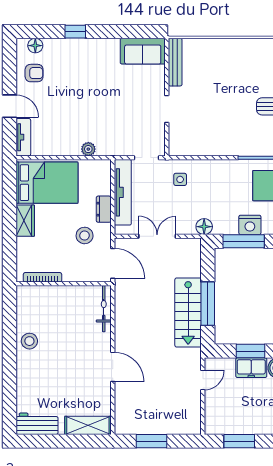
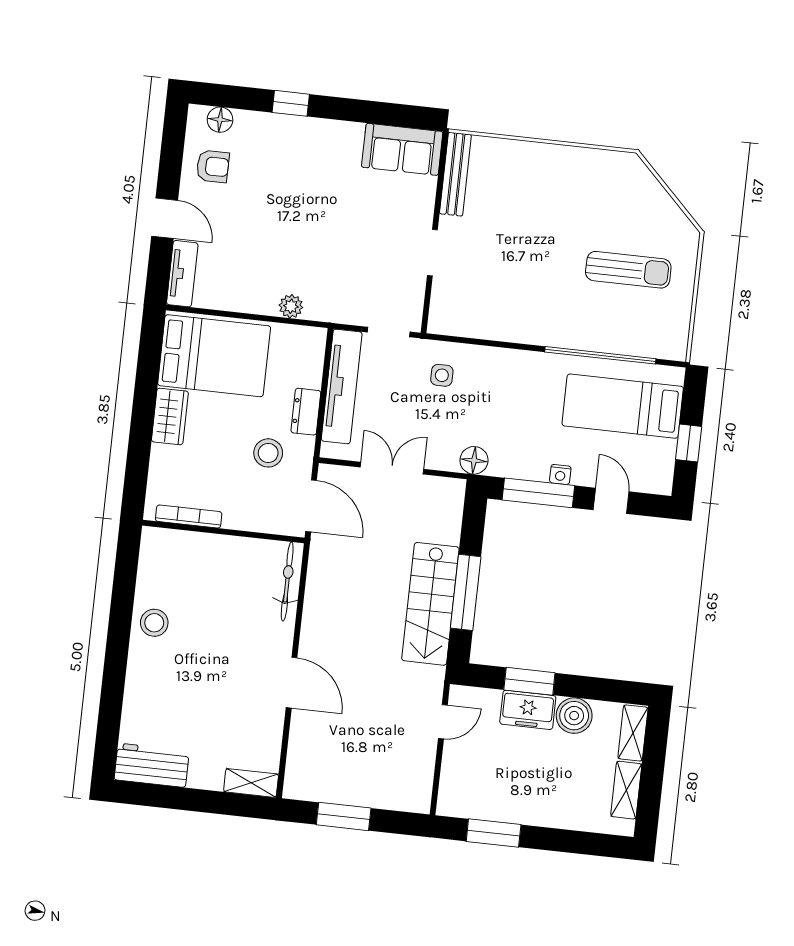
nightstand: (250, 225) -> (560, 474), width x0.53, depth x0.56
shelving: (88, 425) -> (251, 783), width x0.67, depth x0.75

